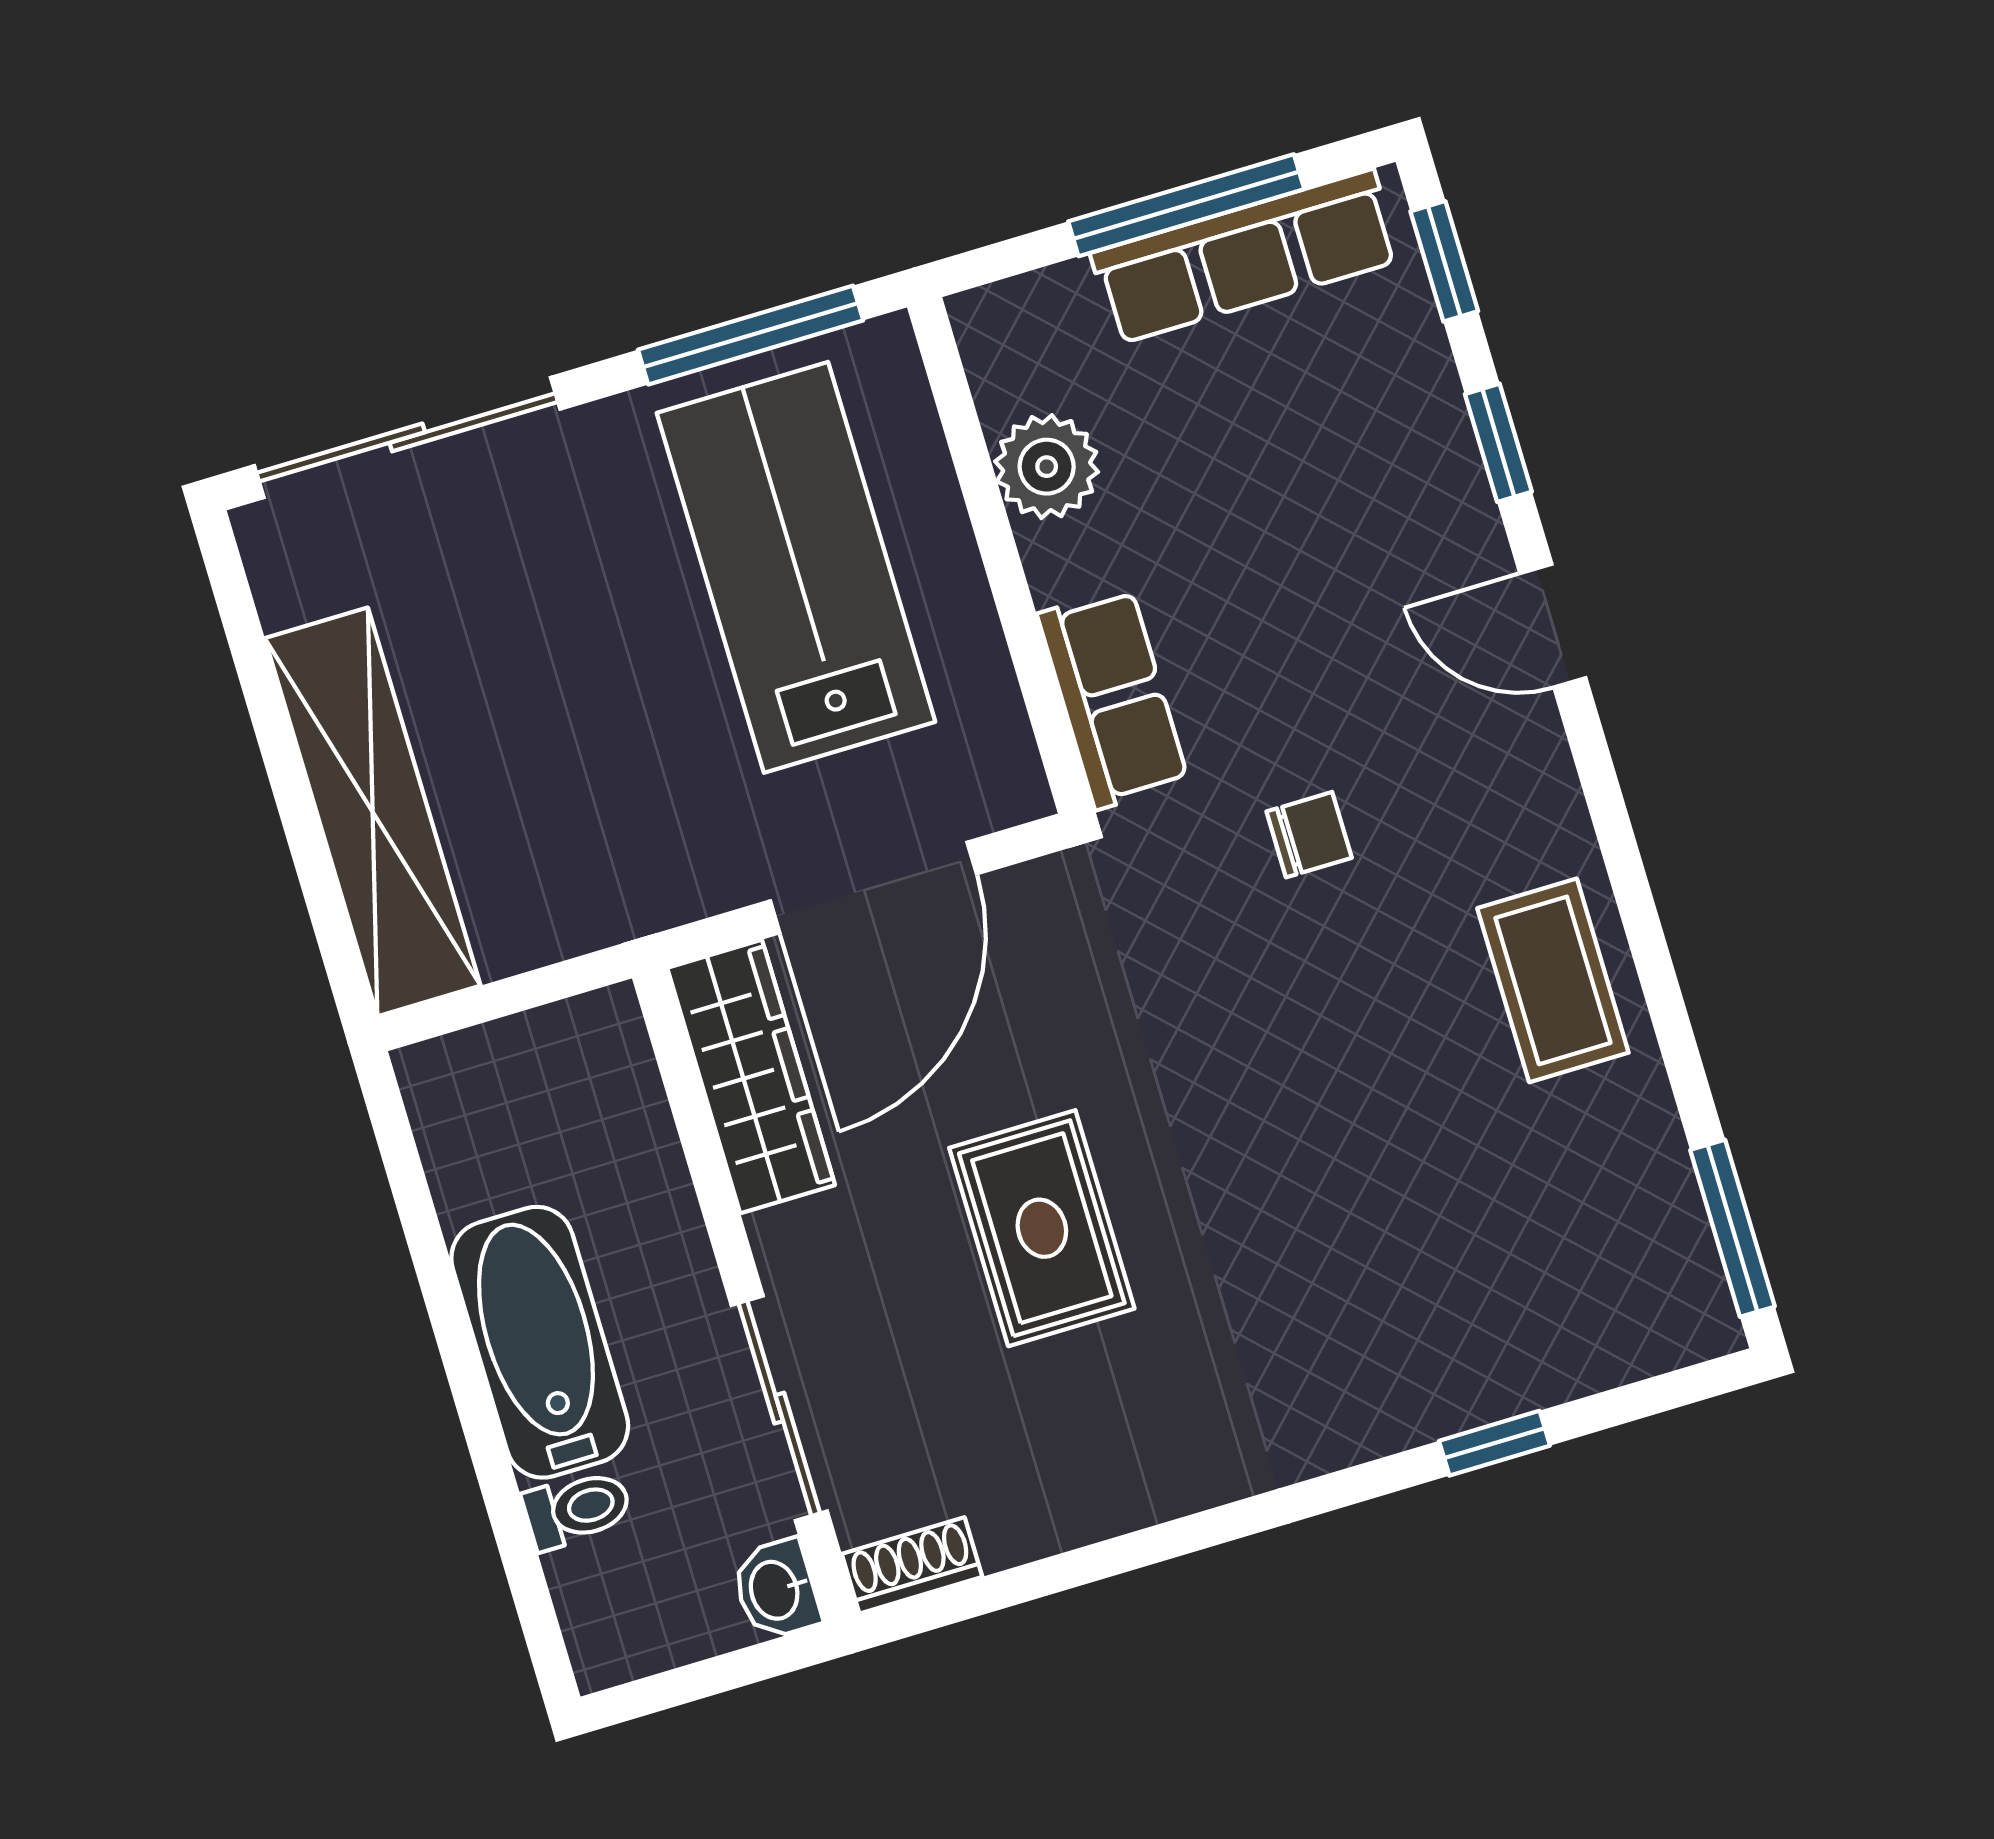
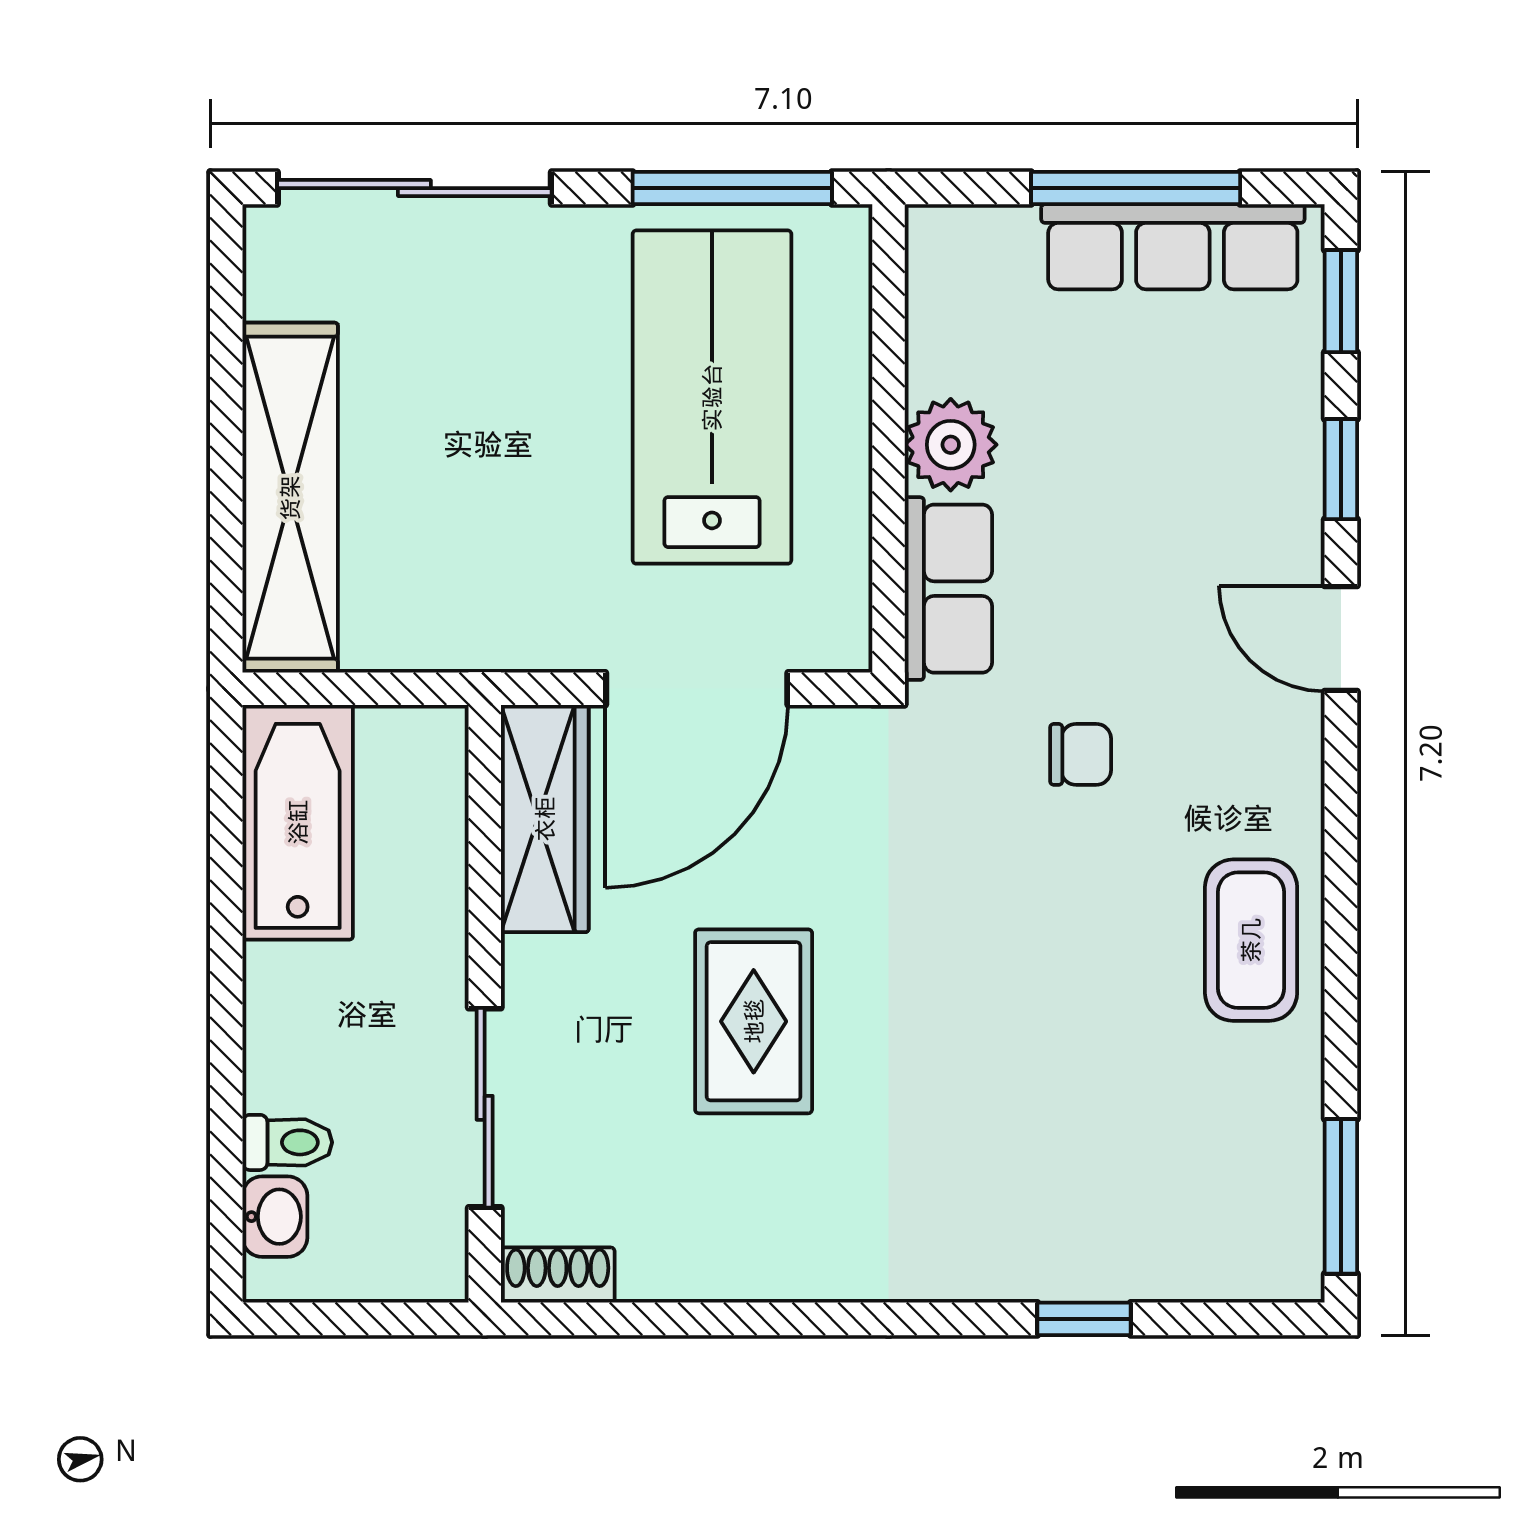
plant: (1047, 467) -> (951, 445), moved
bathtub: (540, 1342) -> (298, 822), moved
washbasin: (776, 1590) -> (275, 1217), moved, turned 180

